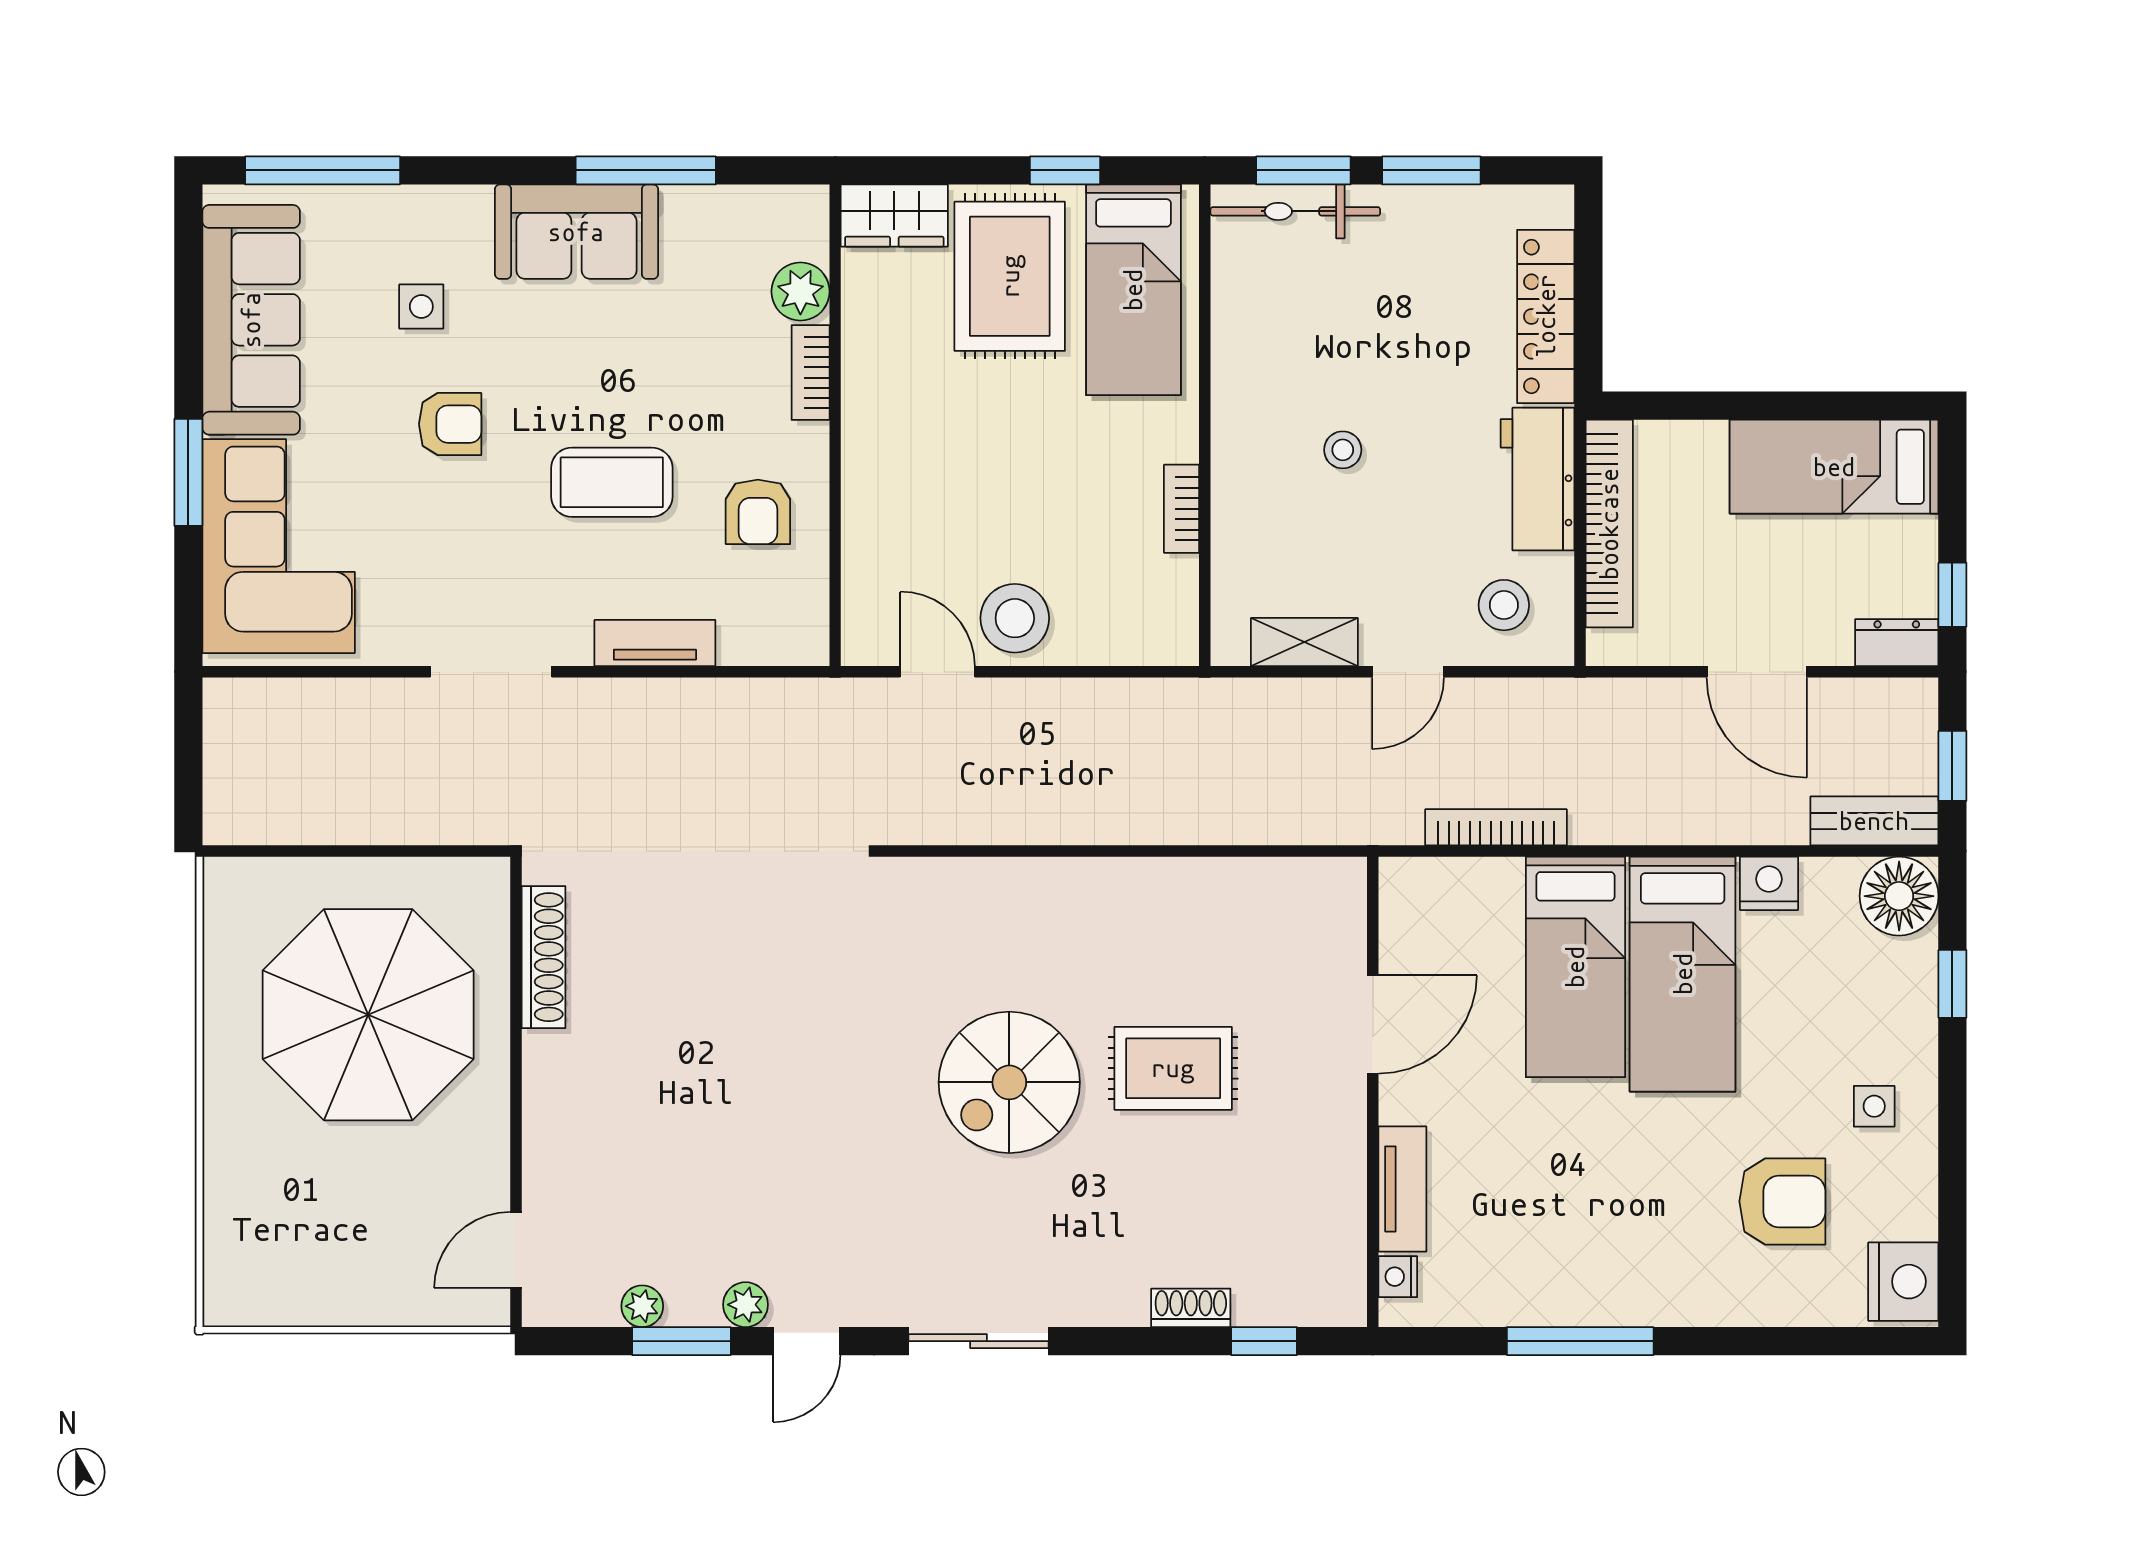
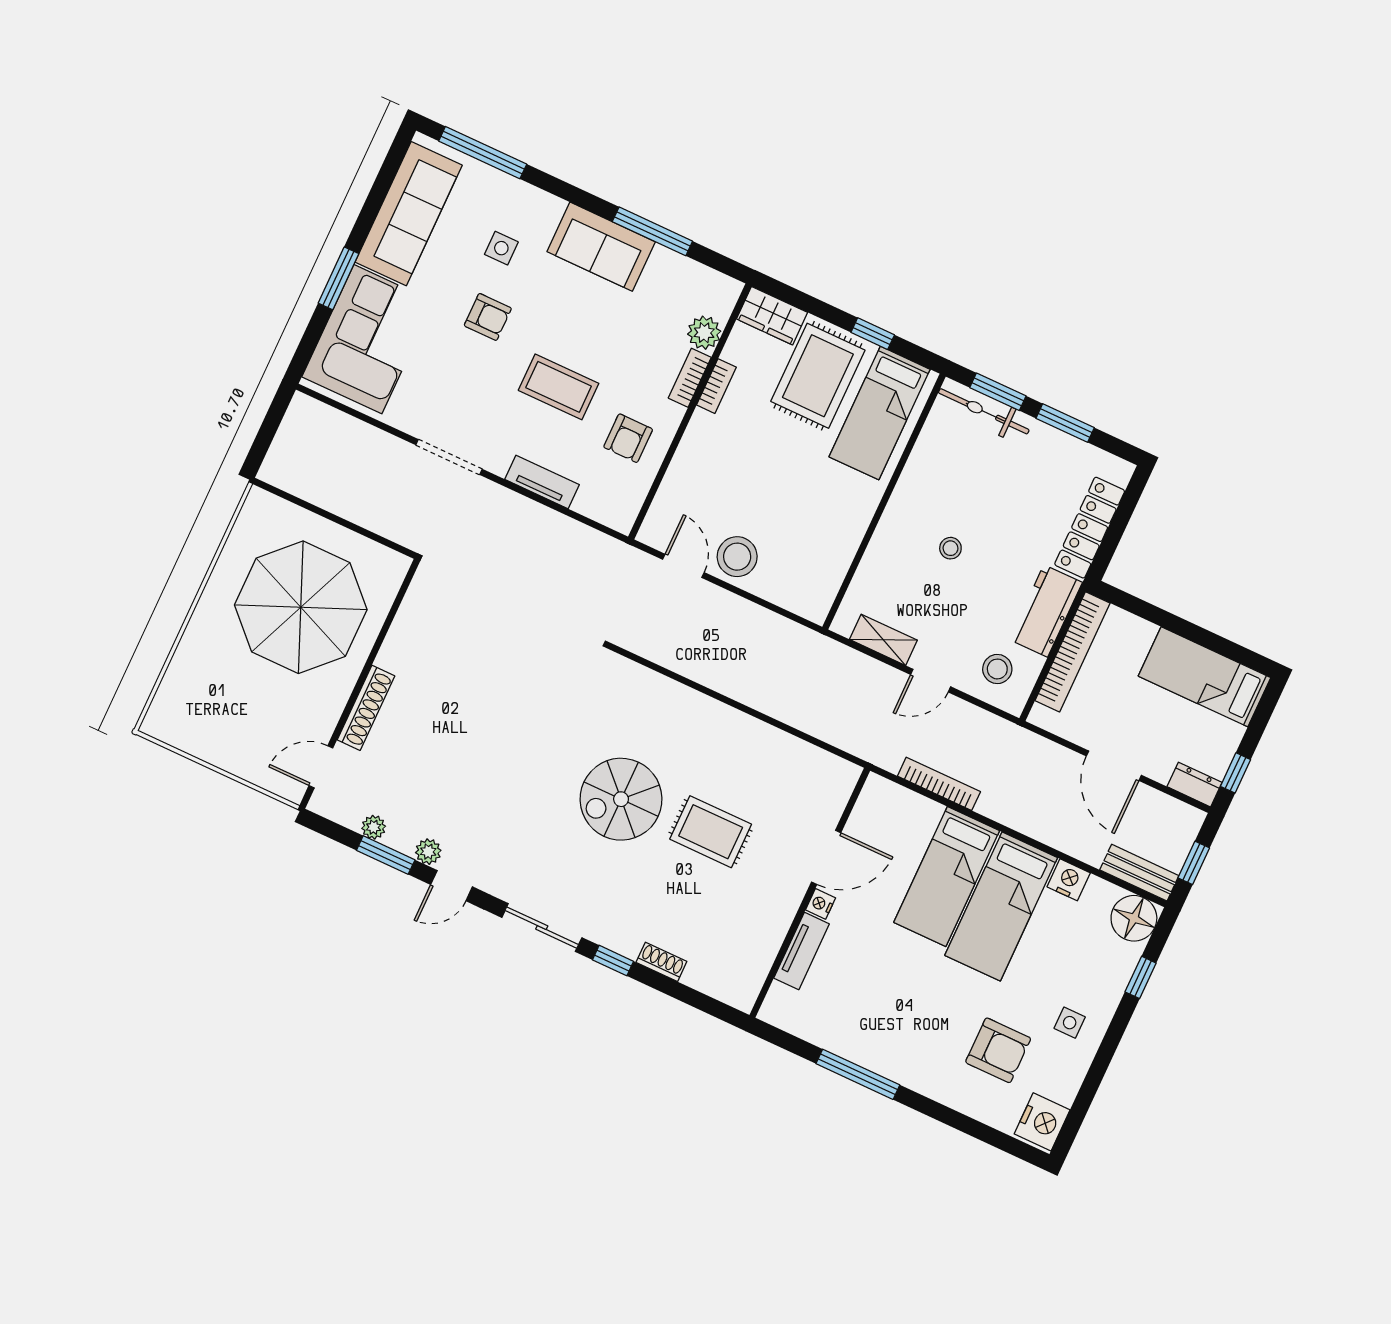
bookcase: (1182, 509) -> (716, 386), moved, turned 180
shoe rack: (543, 957) -> (366, 708), moved
nightstand: (1398, 1277) -> (821, 904), moved
window: (1264, 1341) -> (613, 961), moved

